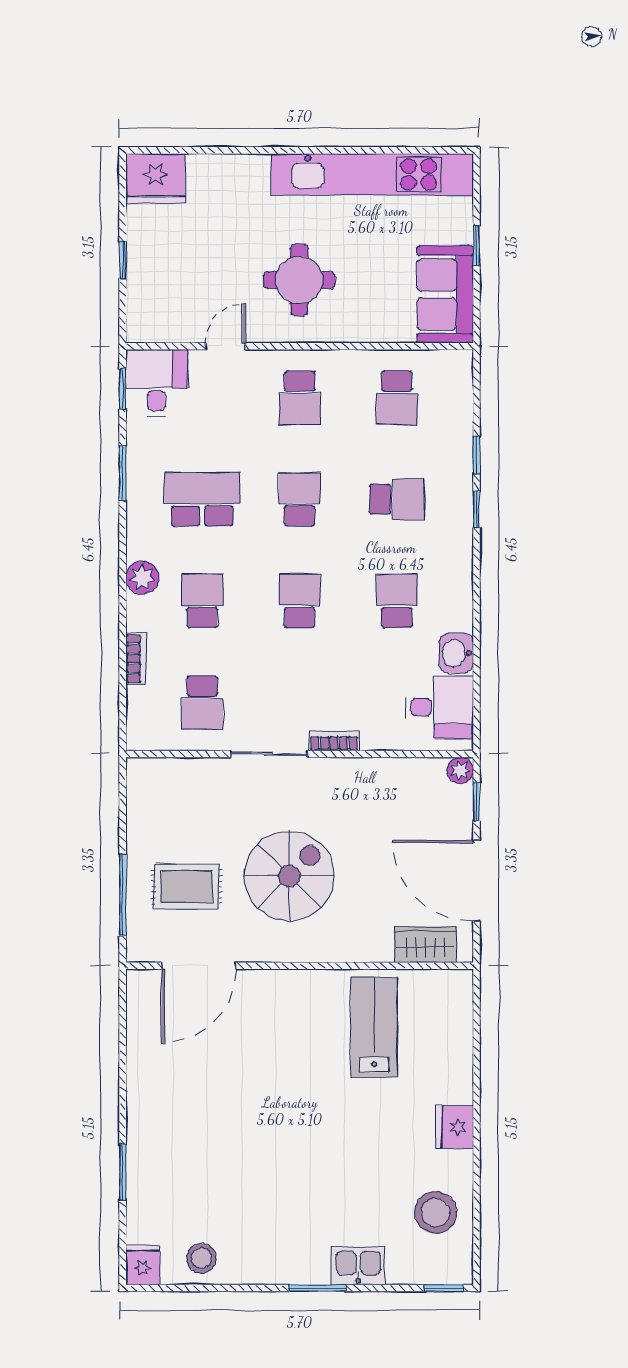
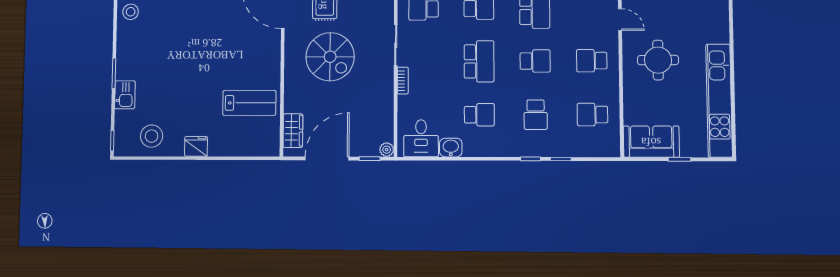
school desk: (300, 601) -> (479, 61), width x1.85

